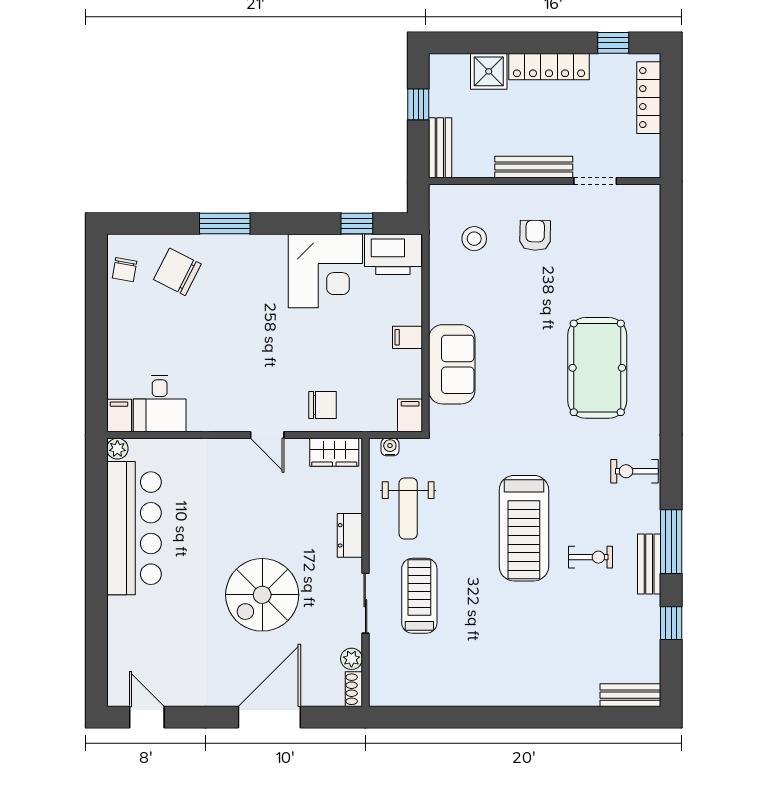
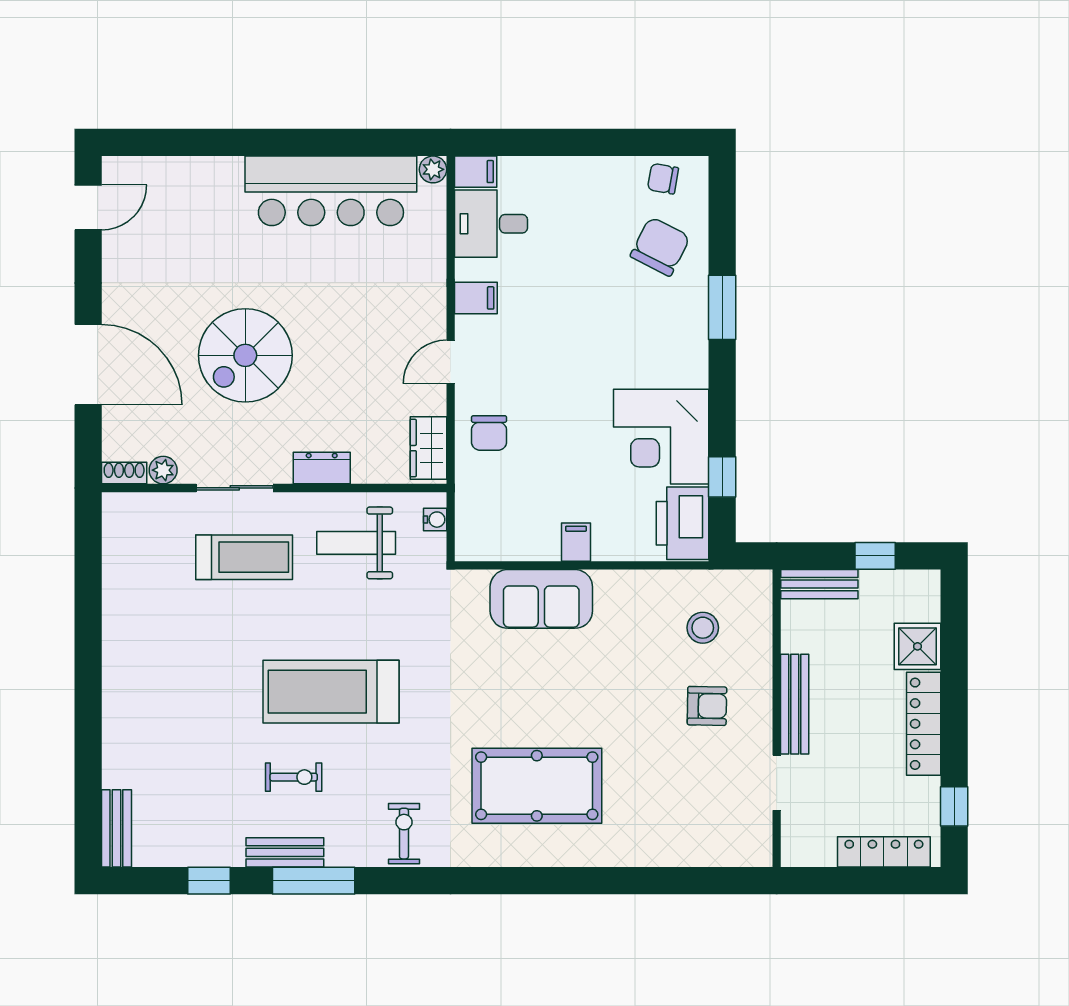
filing cabinet: (410, 415) -> (476, 298), moved
exercise bike: (591, 557) -> (294, 777), turned -90
spiral stairs: (262, 595) -> (245, 355), turned -90

